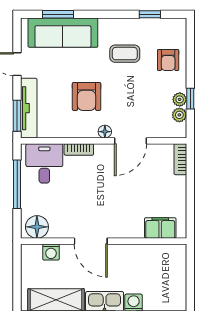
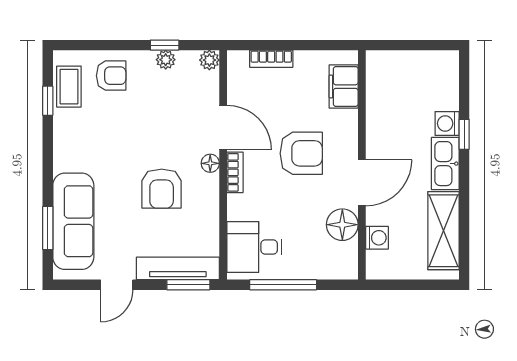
coffee table: (125, 54) -> (69, 87), moved
armchair: (87, 96) -> (162, 189), turned 90
plant: (179, 115) -> (209, 60), moved
bookcase: (79, 149) -> (235, 172), moved
bookcase: (180, 159) -> (271, 59), moved
armchair: (112, 197) -> (301, 153), added
floor lamp: (37, 227) -> (342, 225), moved

